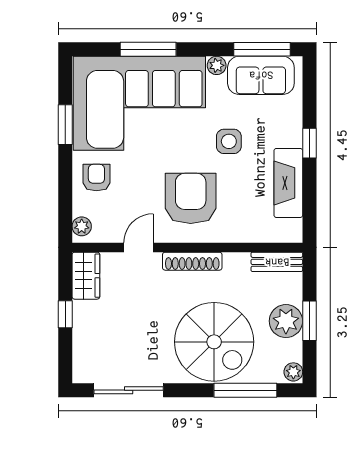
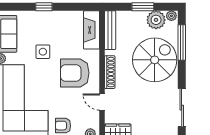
fireplace: (288, 183) -> (91, 30), moved, turned 90
bench: (277, 262) -> (110, 30), width x1.36
plant: (286, 321) -> (156, 20), moved

